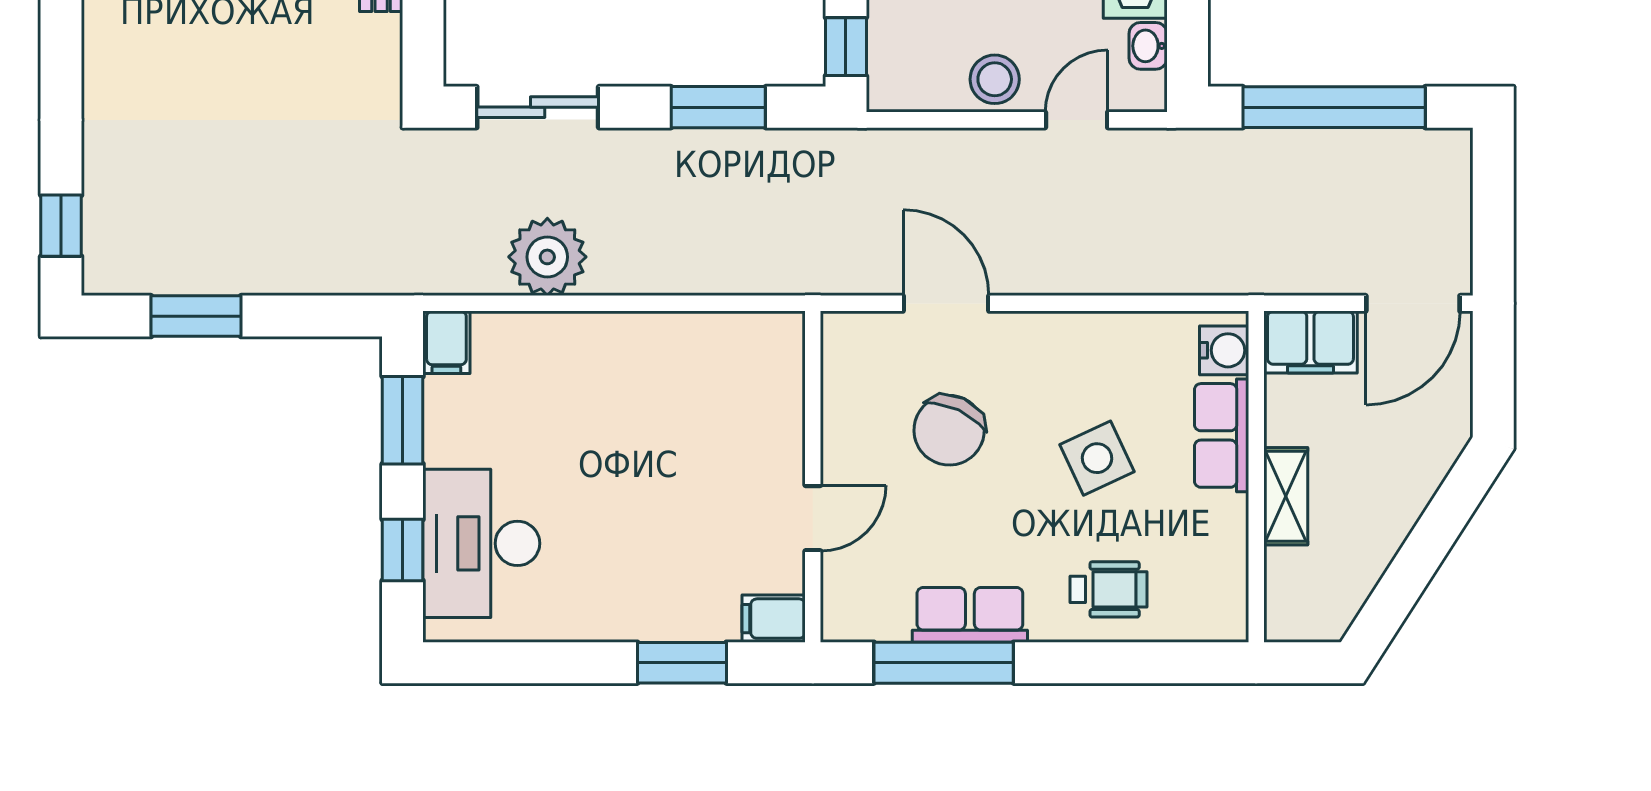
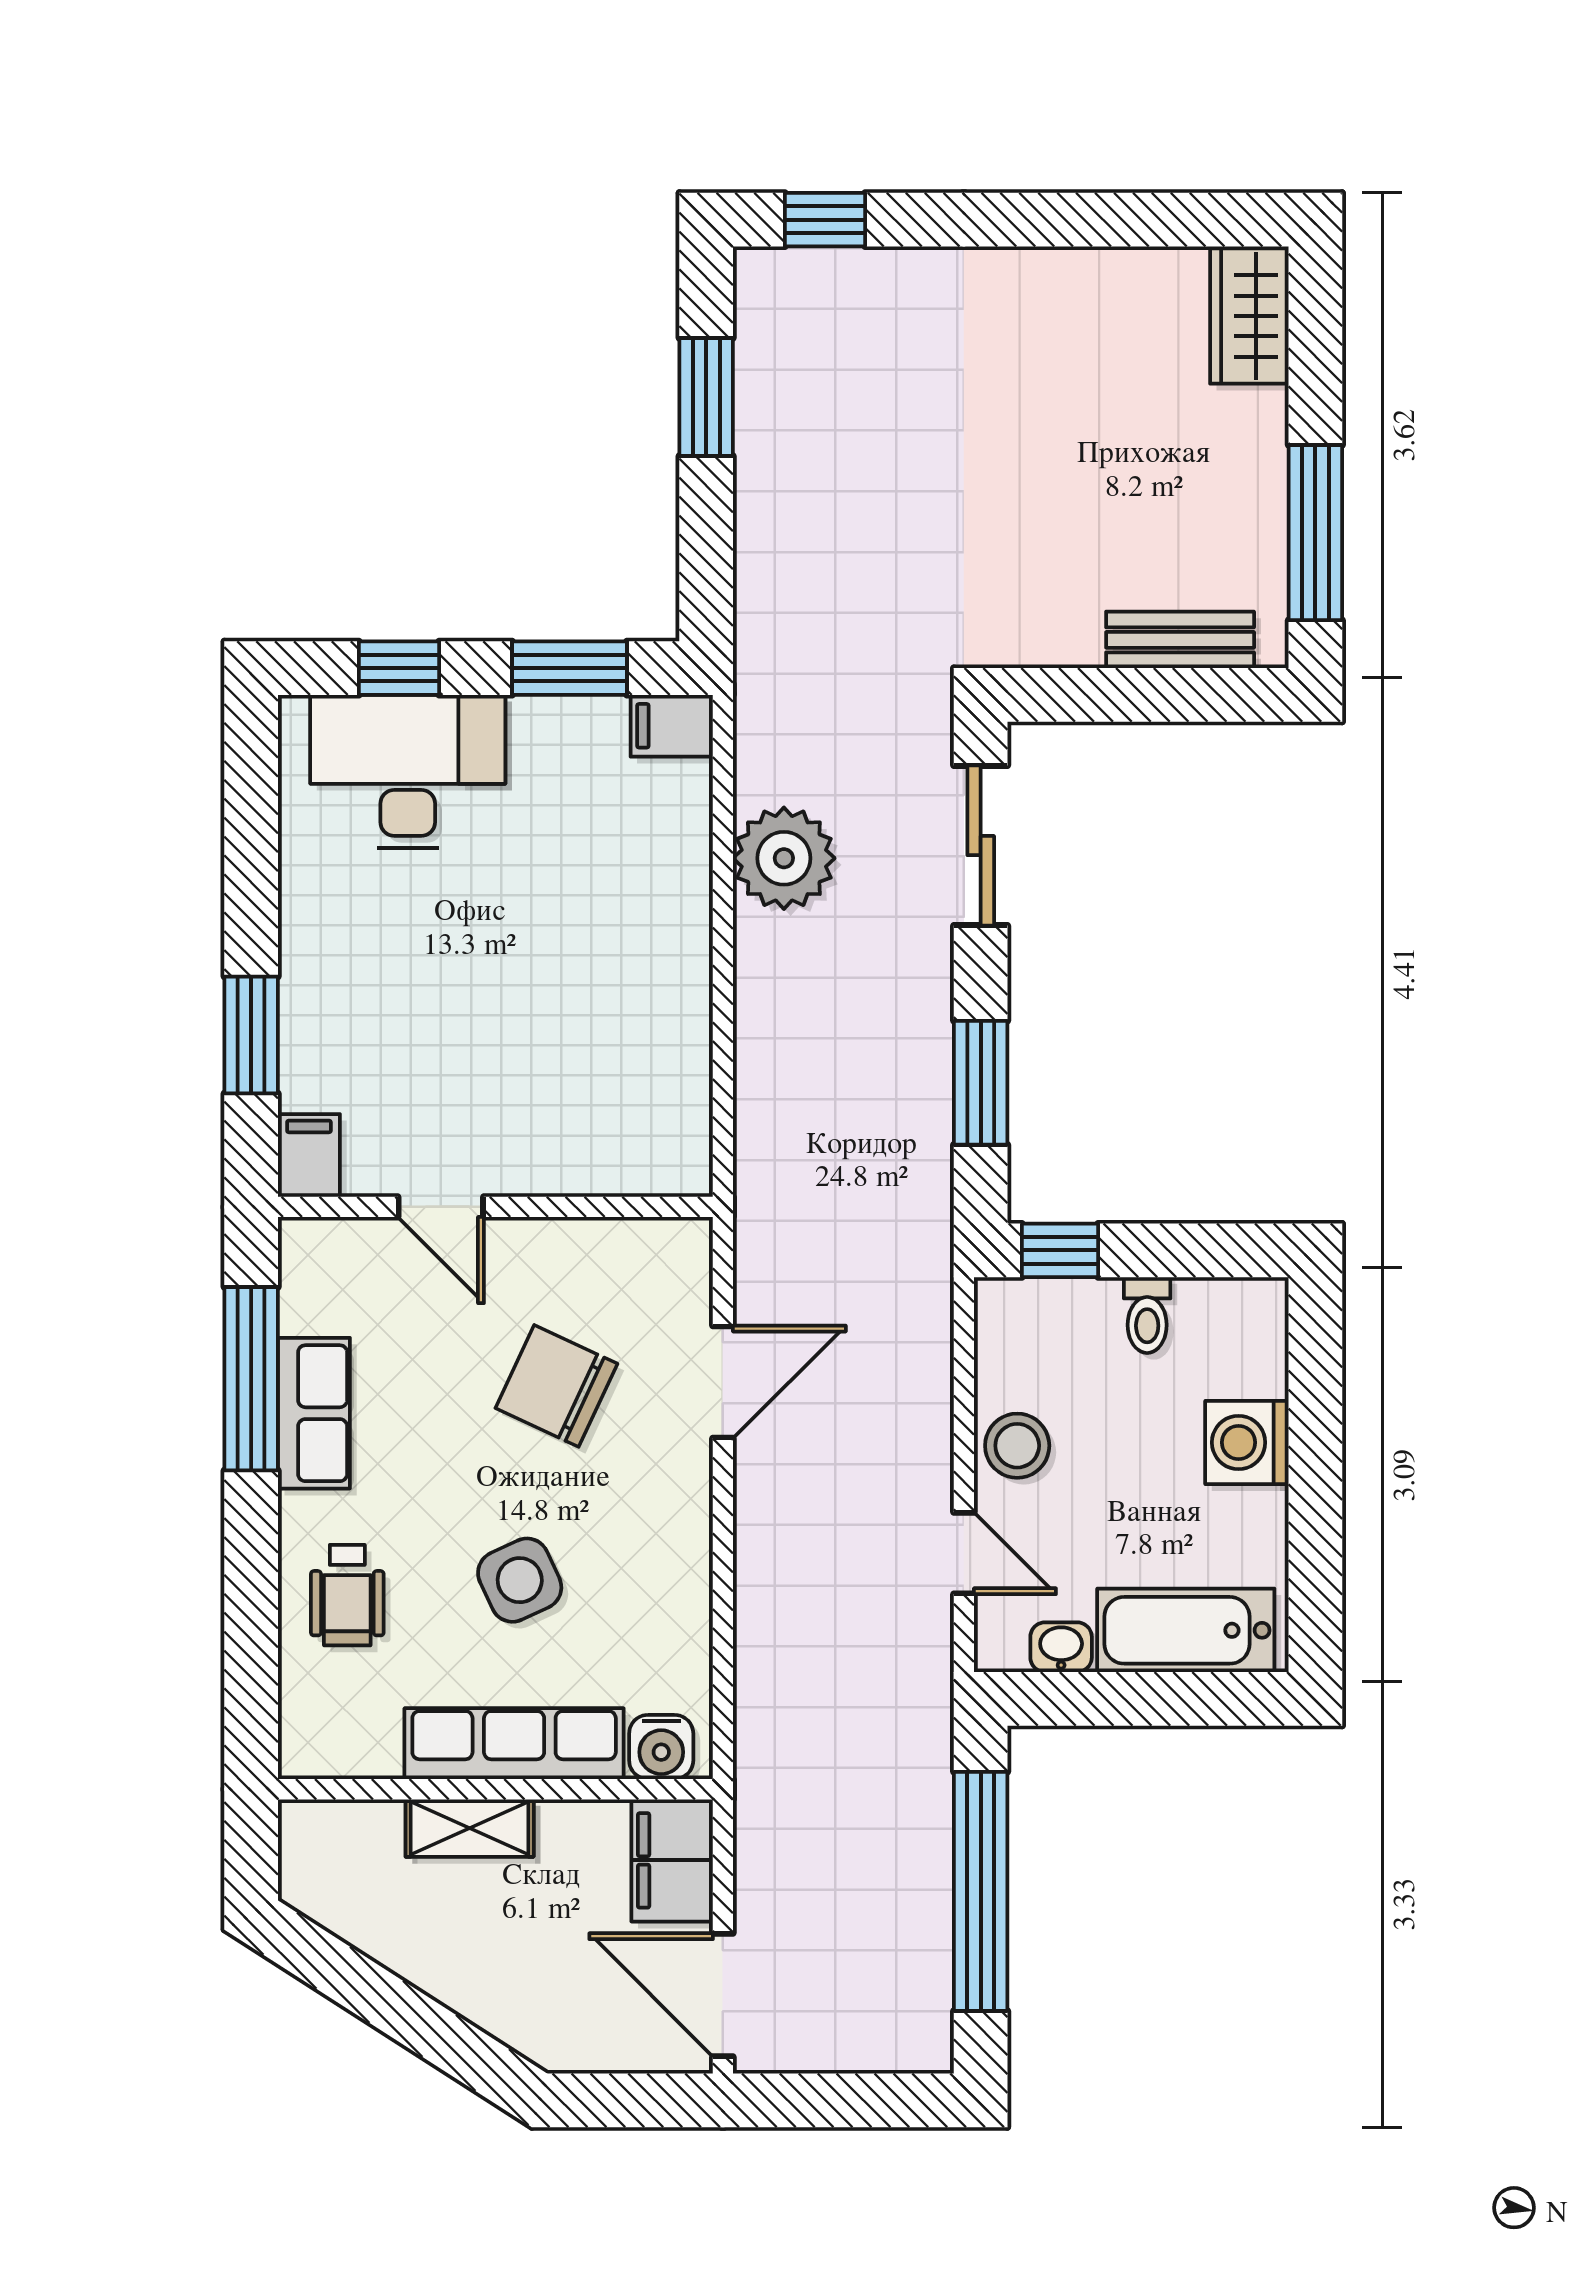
row of seats: (1222, 435) -> (514, 1744), width x1.48

